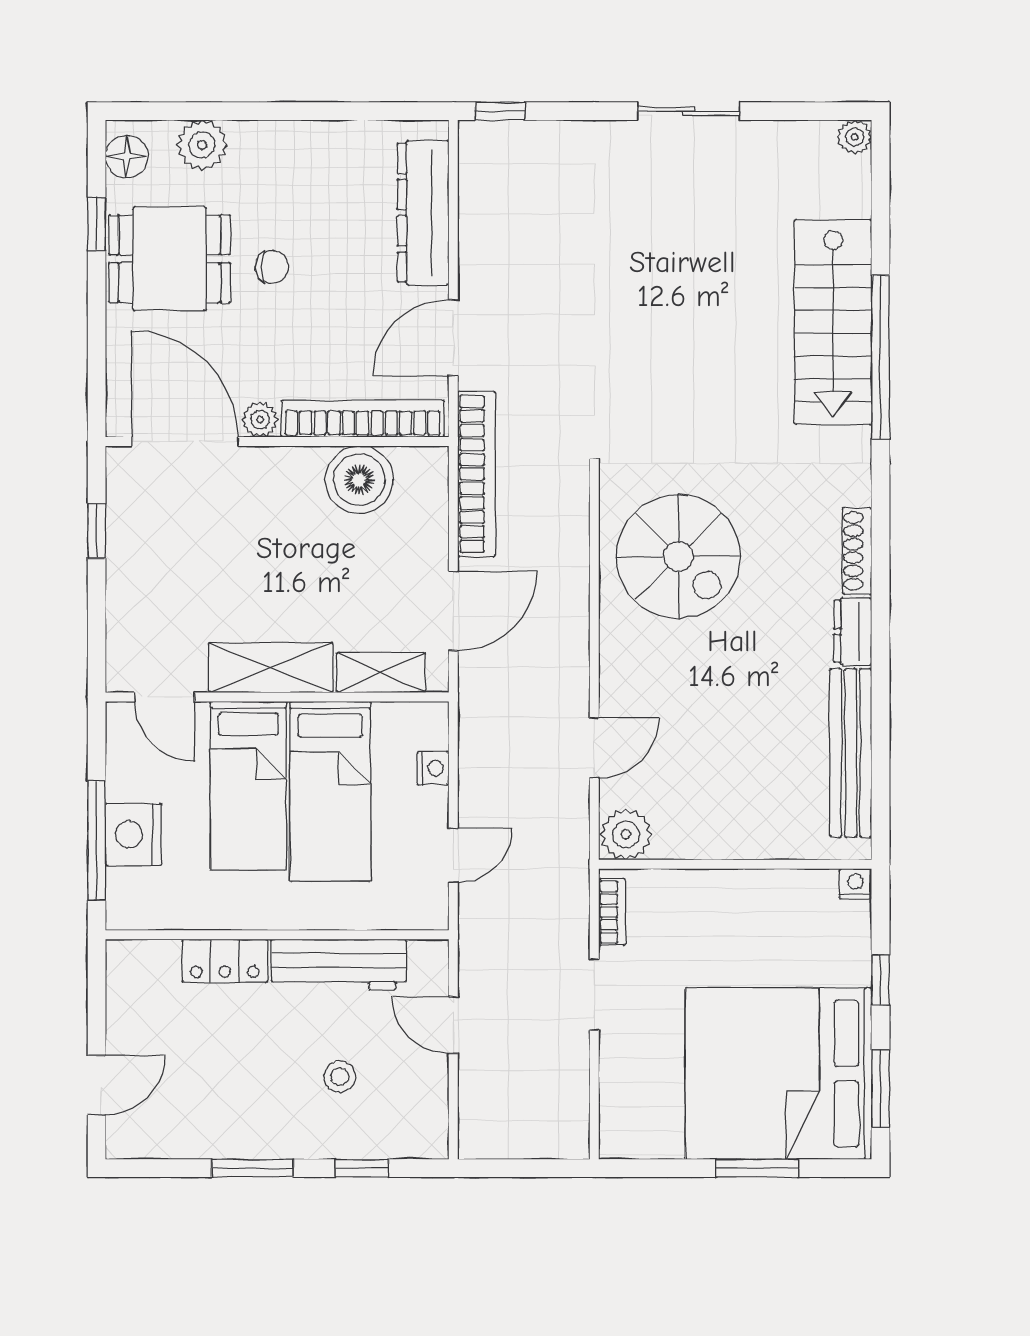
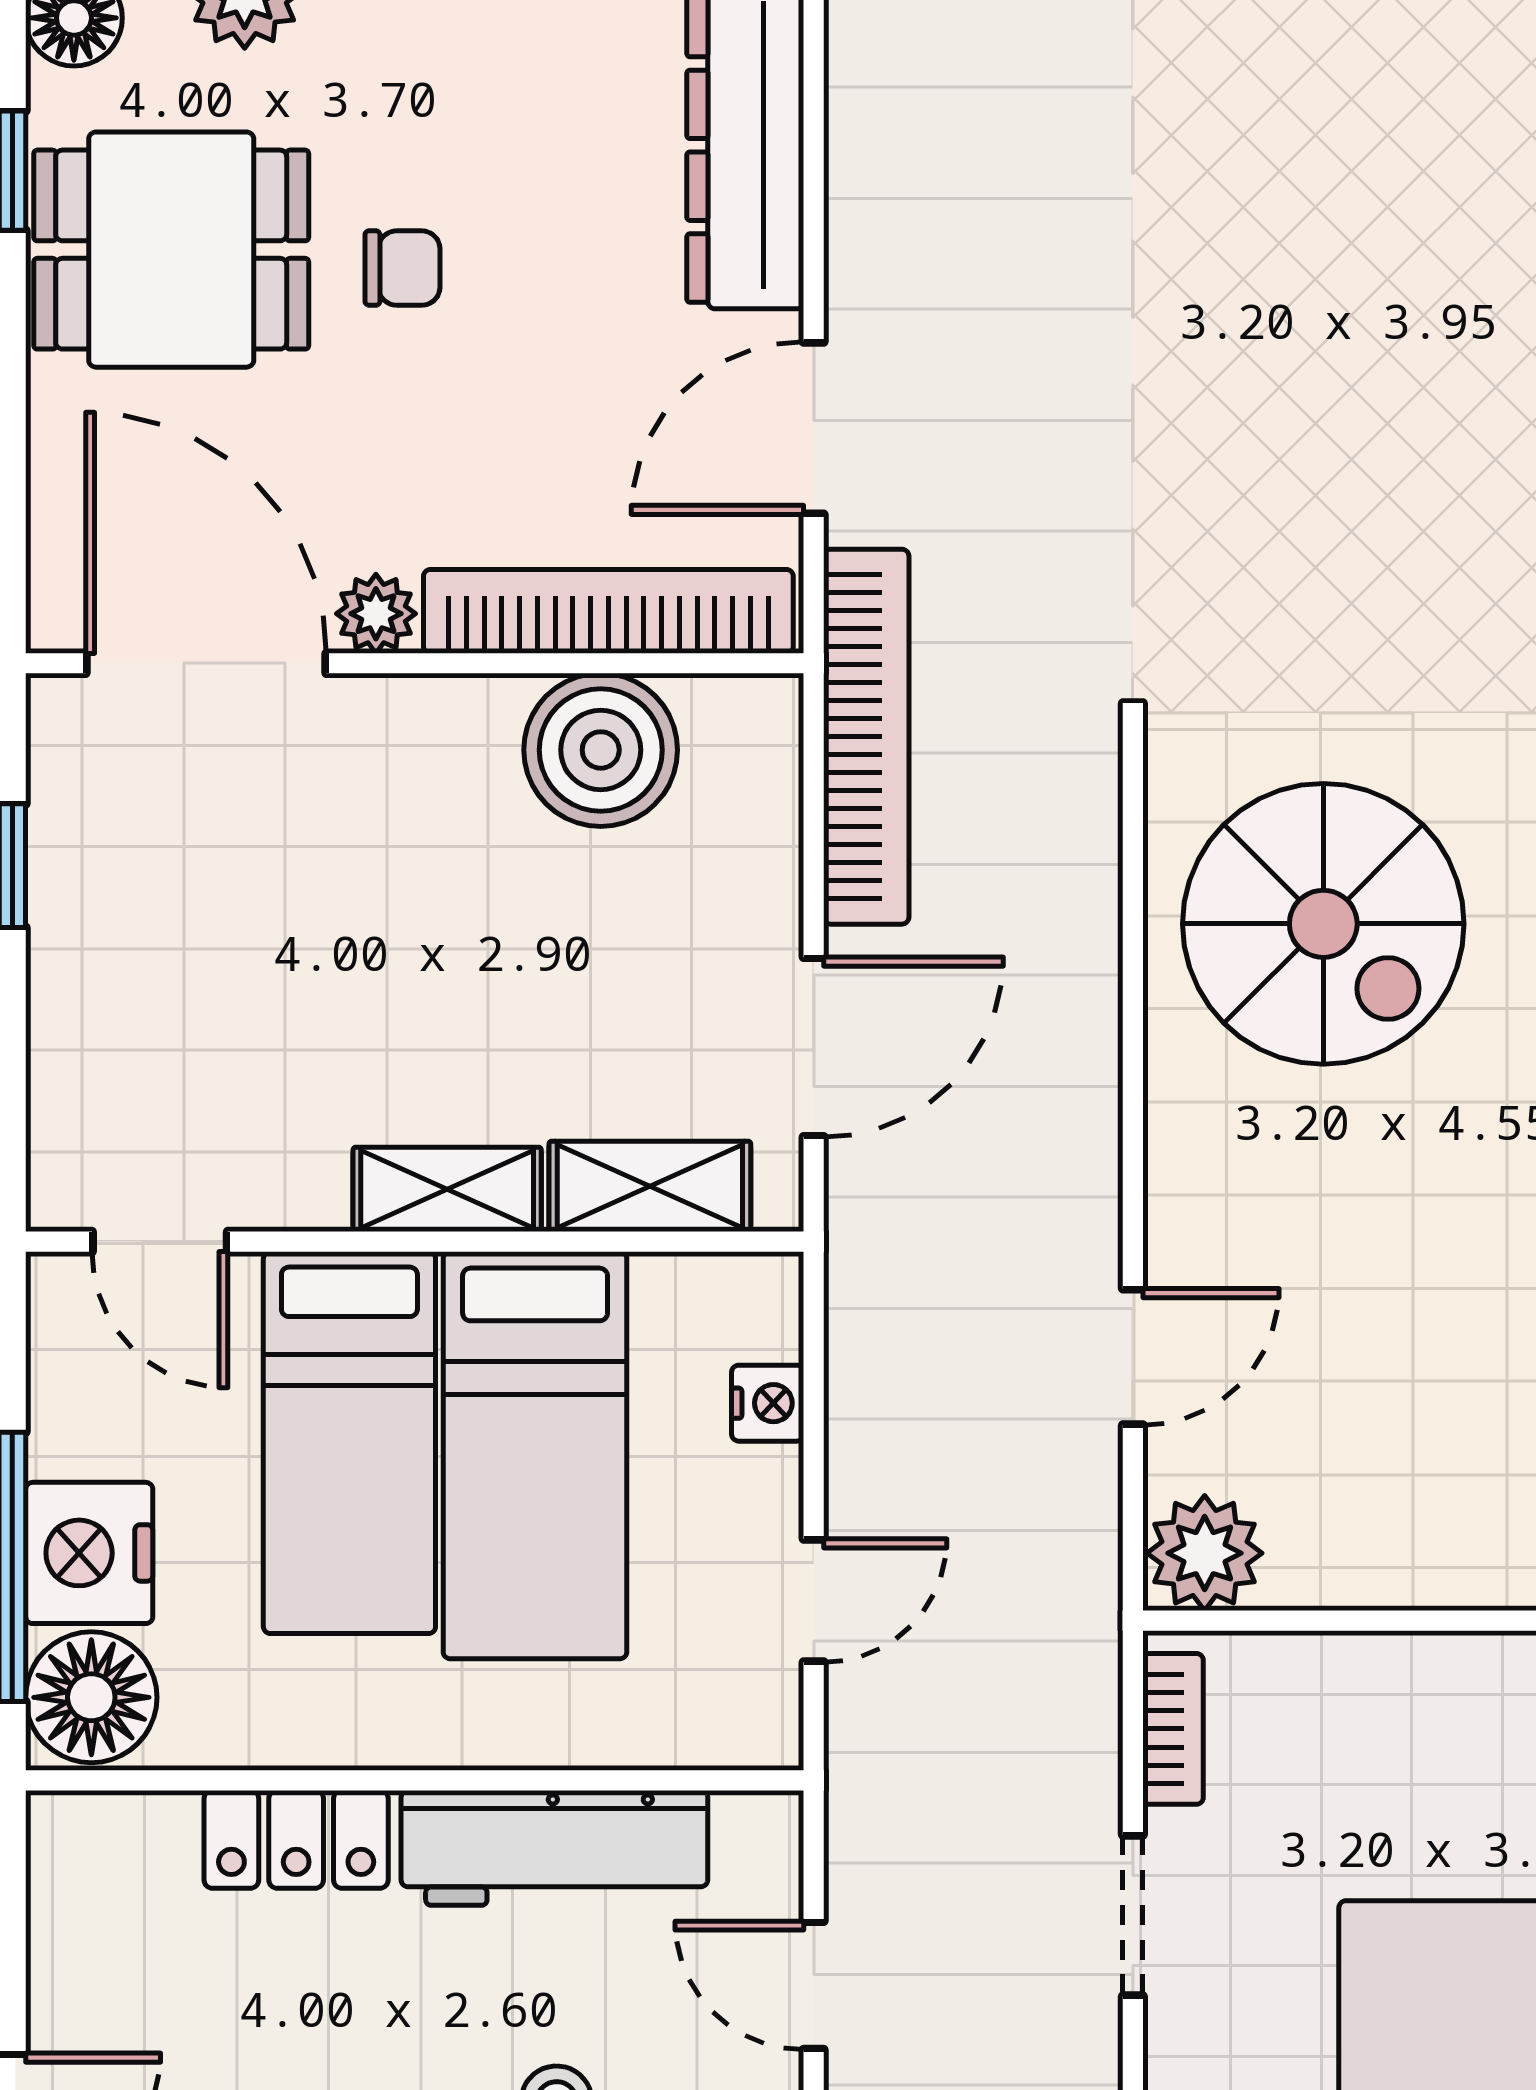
shelving: (271, 668) -> (447, 1189), width x0.67, depth x0.75
floor lamp: (134, 898) -> (91, 1697), added

